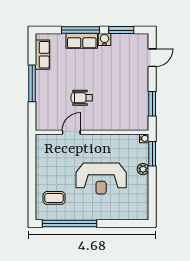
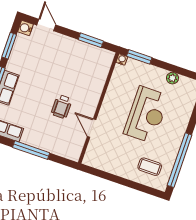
water cooler: (105, 40) -> (25, 28), moved
plant: (143, 169) -> (172, 78), moved
coffee table: (54, 198) -> (150, 167), turned 90

